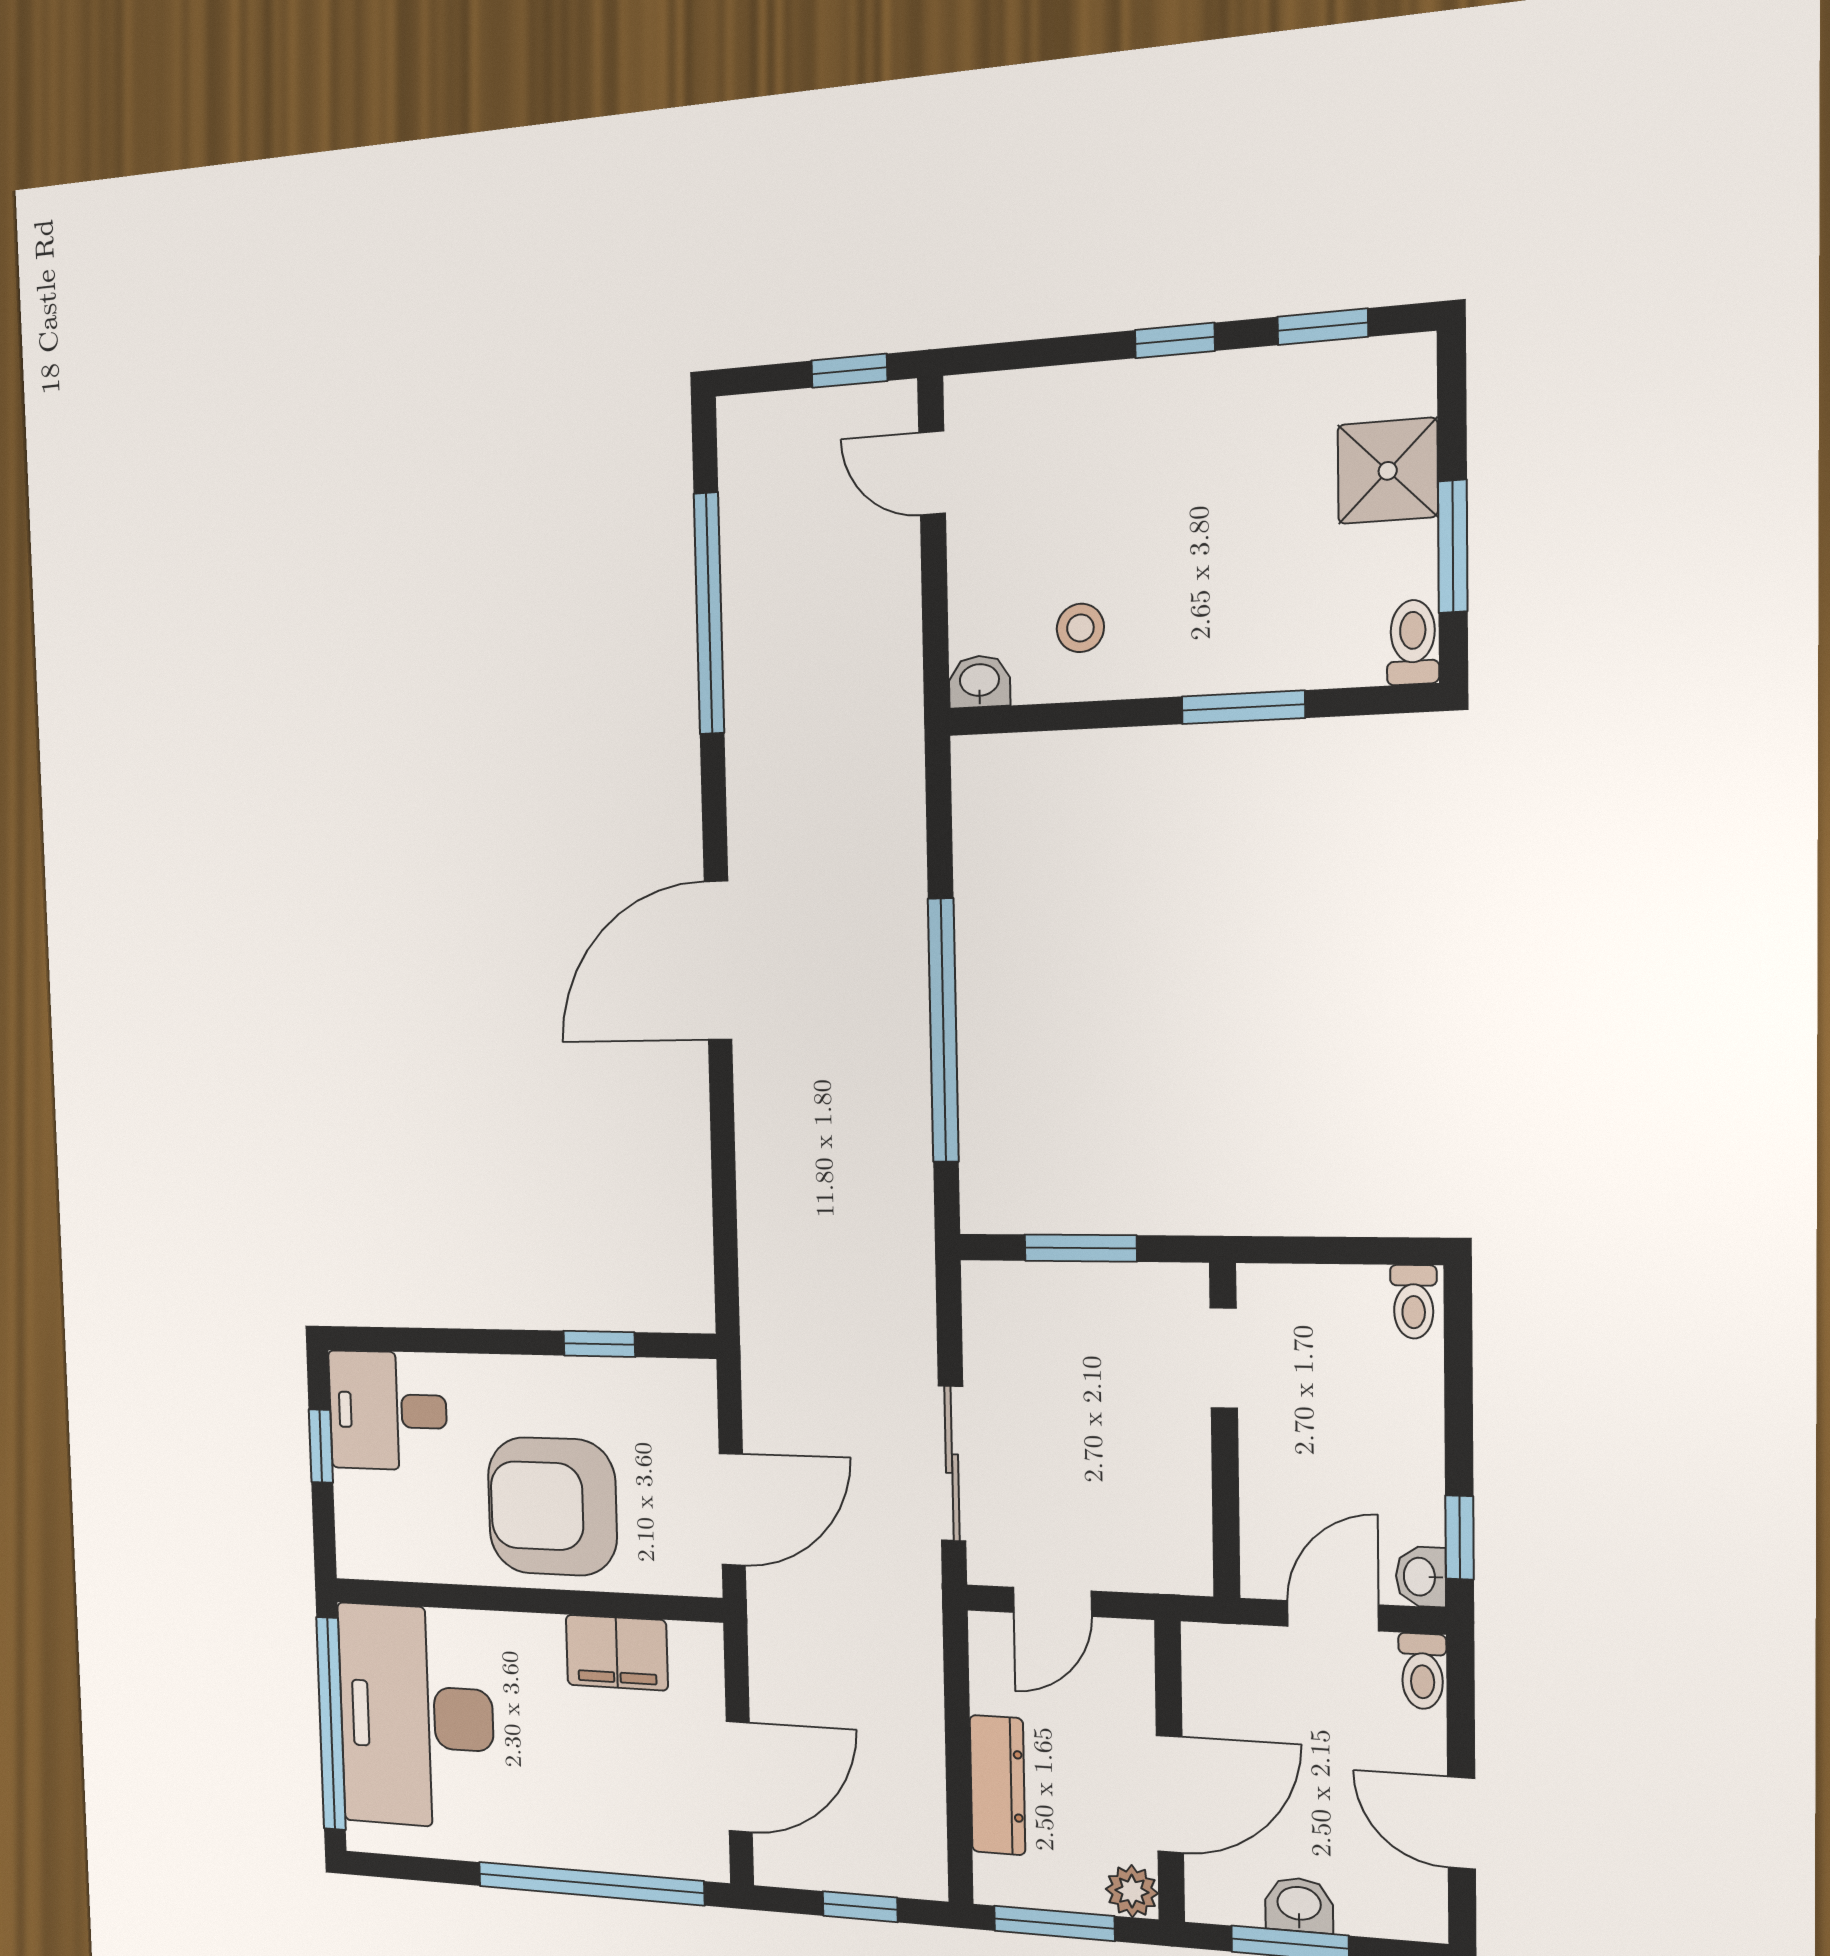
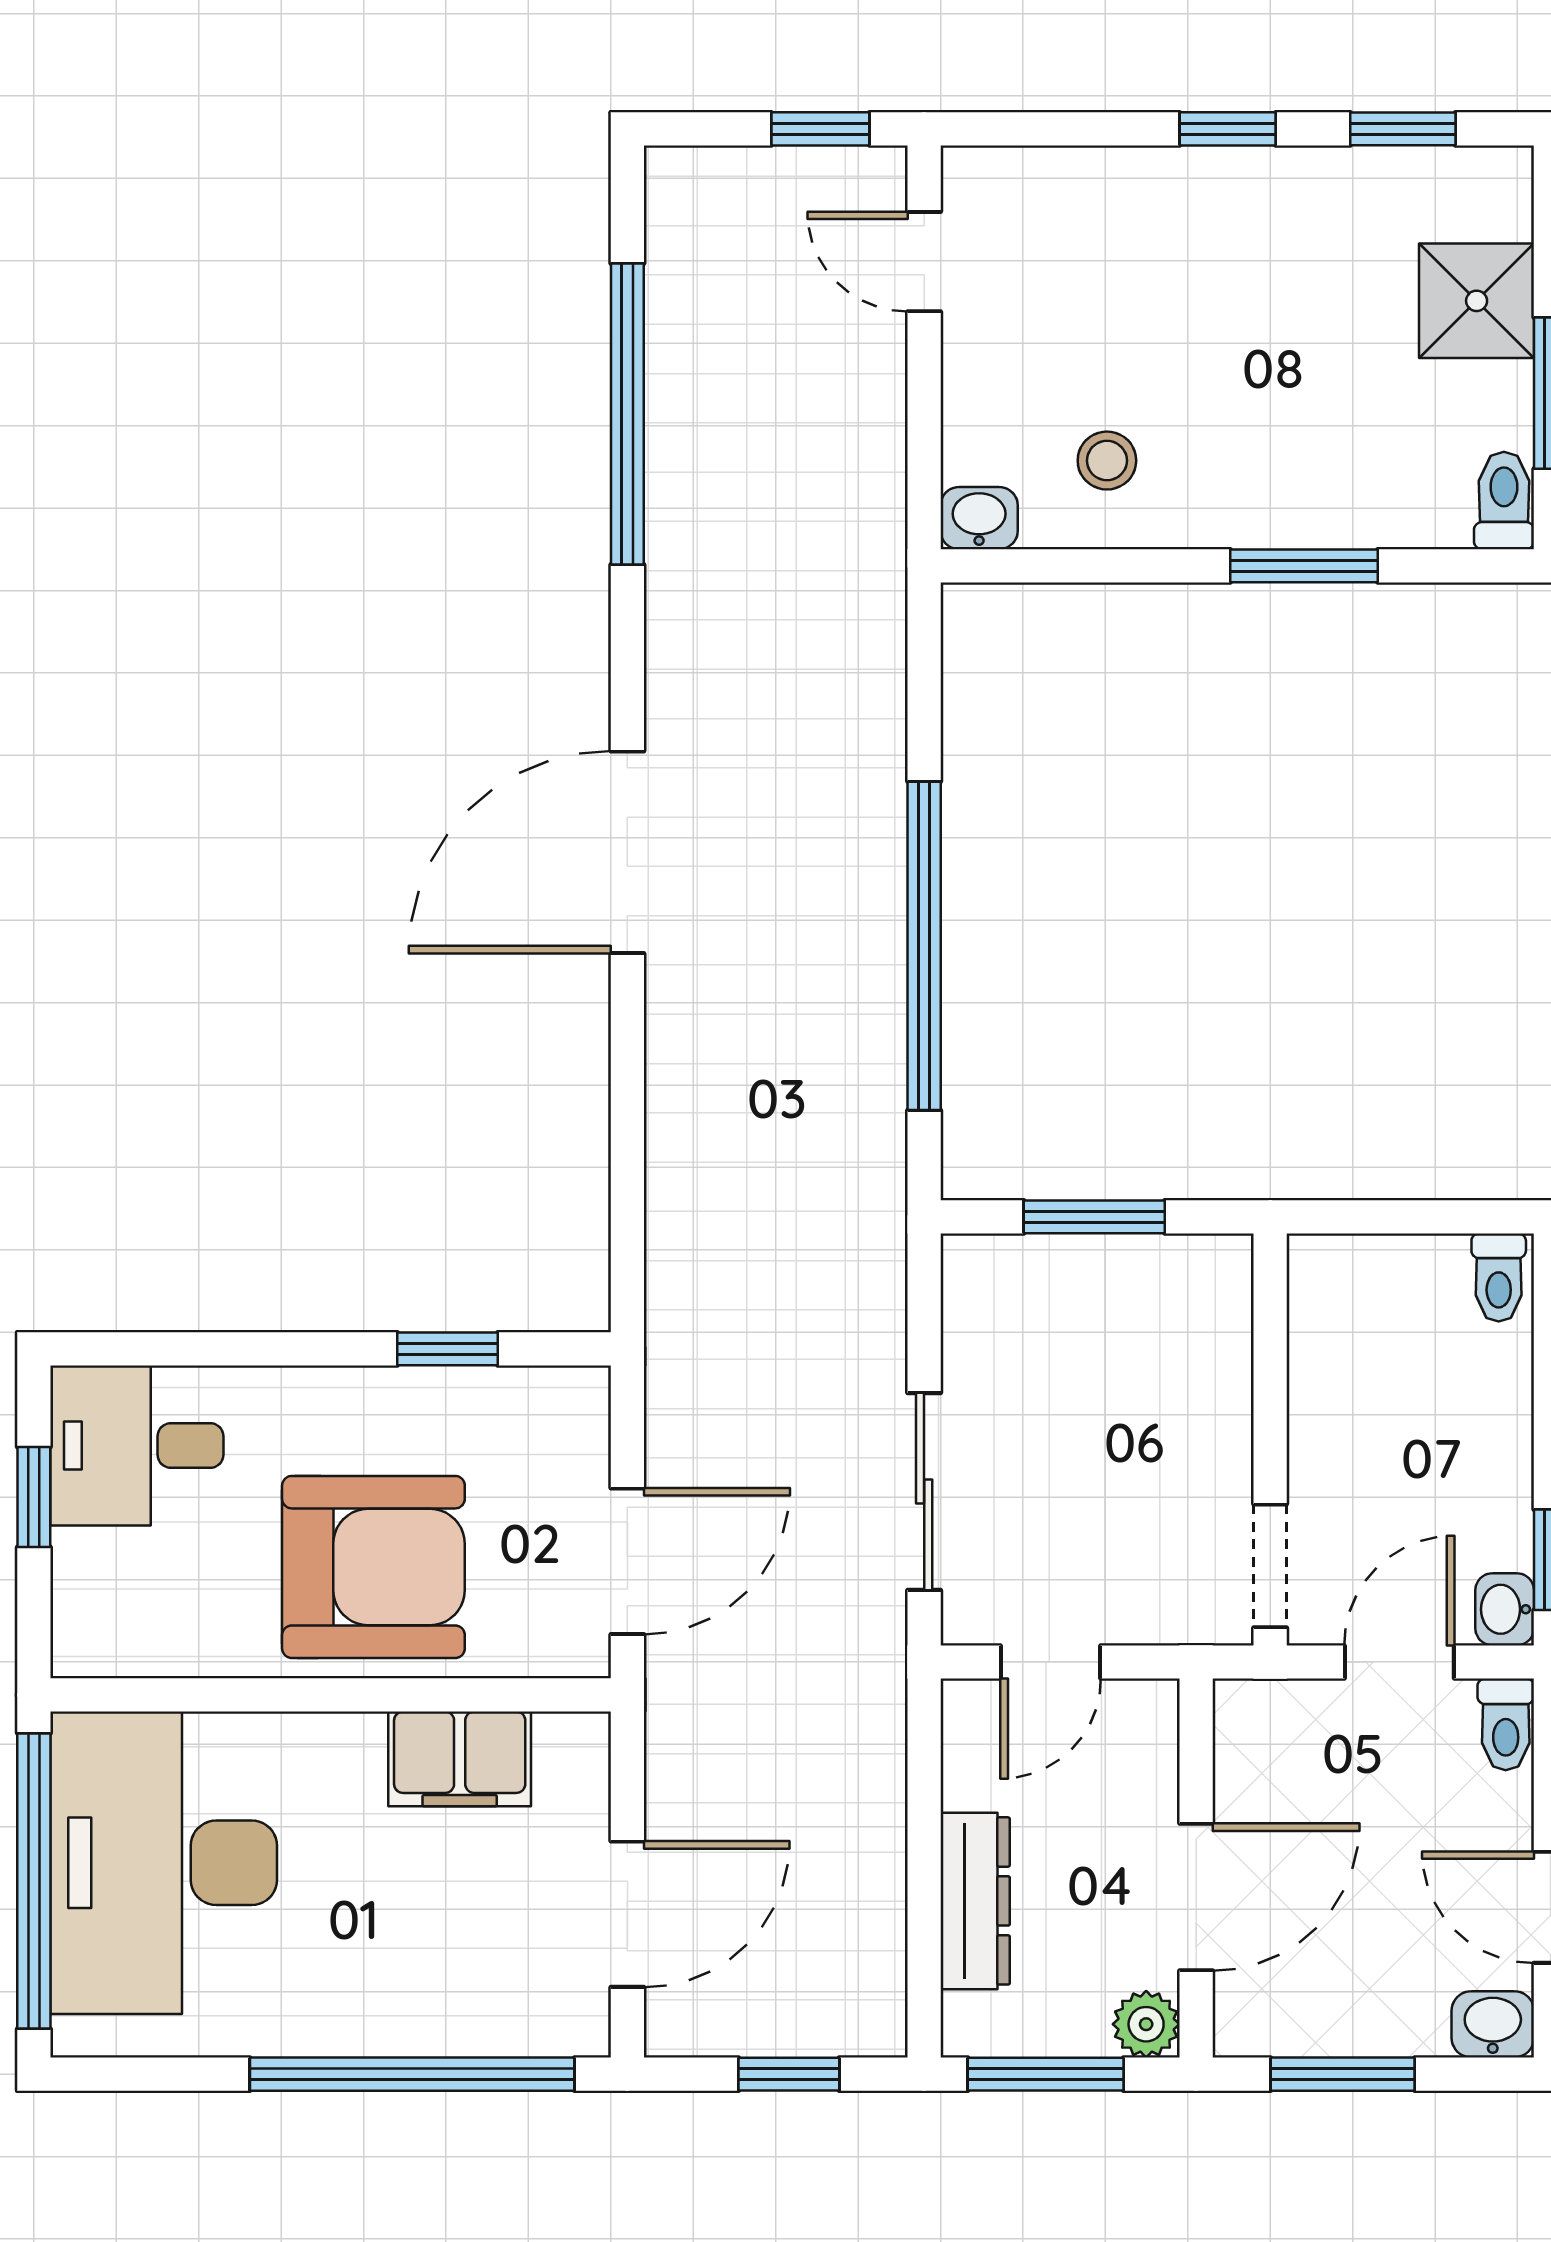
doorway: (1224, 1358) -> (1270, 1566), moved
armchair: (552, 1506) -> (373, 1567), turned 180
washbasin: (1299, 1905) -> (1493, 2024), moved

